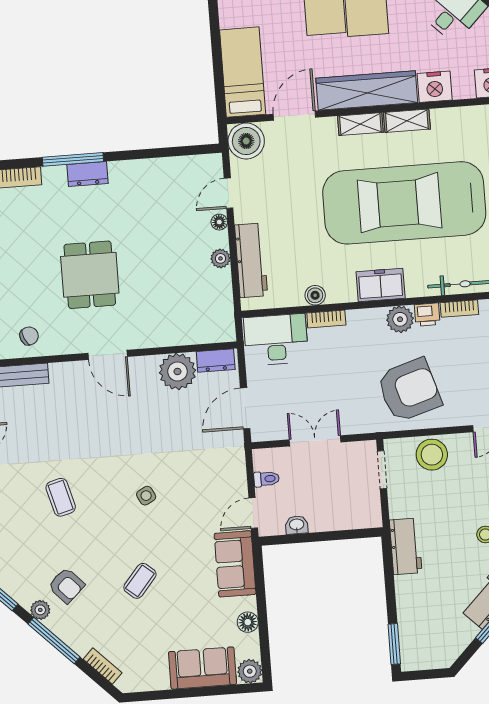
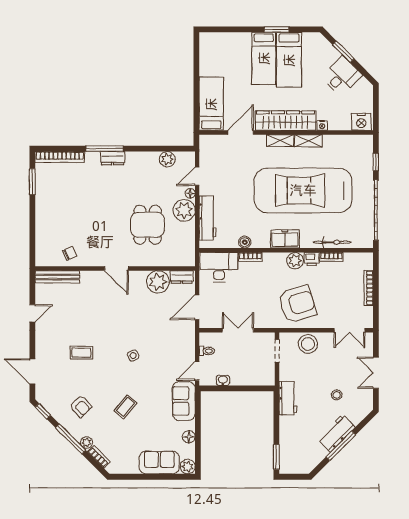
nightstand: (435, 87) -> (322, 125), width x0.53, depth x0.56
boiler: (246, 141) -> (210, 146), removed
plant: (177, 169) -> (167, 159), added
plant: (221, 258) -> (184, 210), width x1.88, depth x1.88
dining table: (90, 275) -> (148, 225), moved
coffee table: (61, 497) -> (81, 353), turned -75
plant: (40, 610) -> (87, 443), moved

